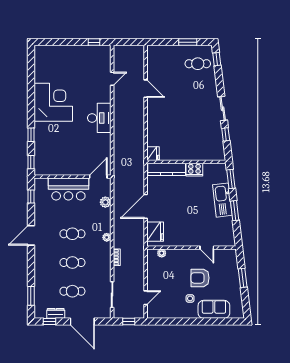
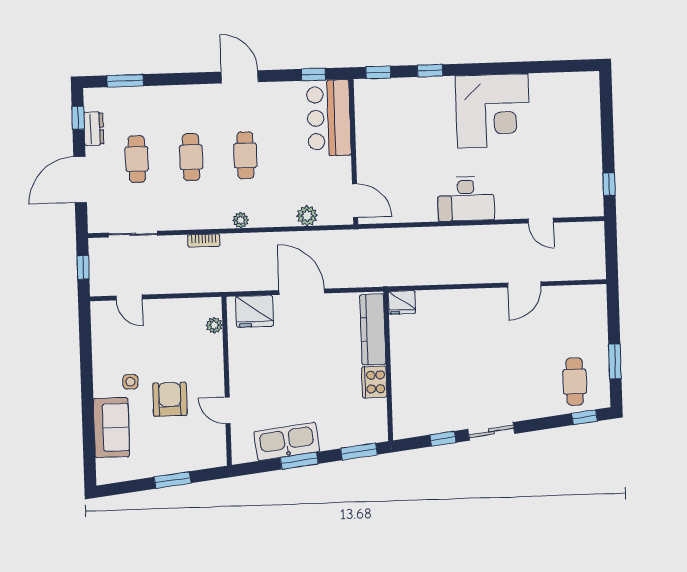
bar counter: (68, 189) -> (329, 118), moved
kitchen sink: (222, 200) -> (287, 441), moved
door: (207, 248) -> (228, 410), hinge flipped

